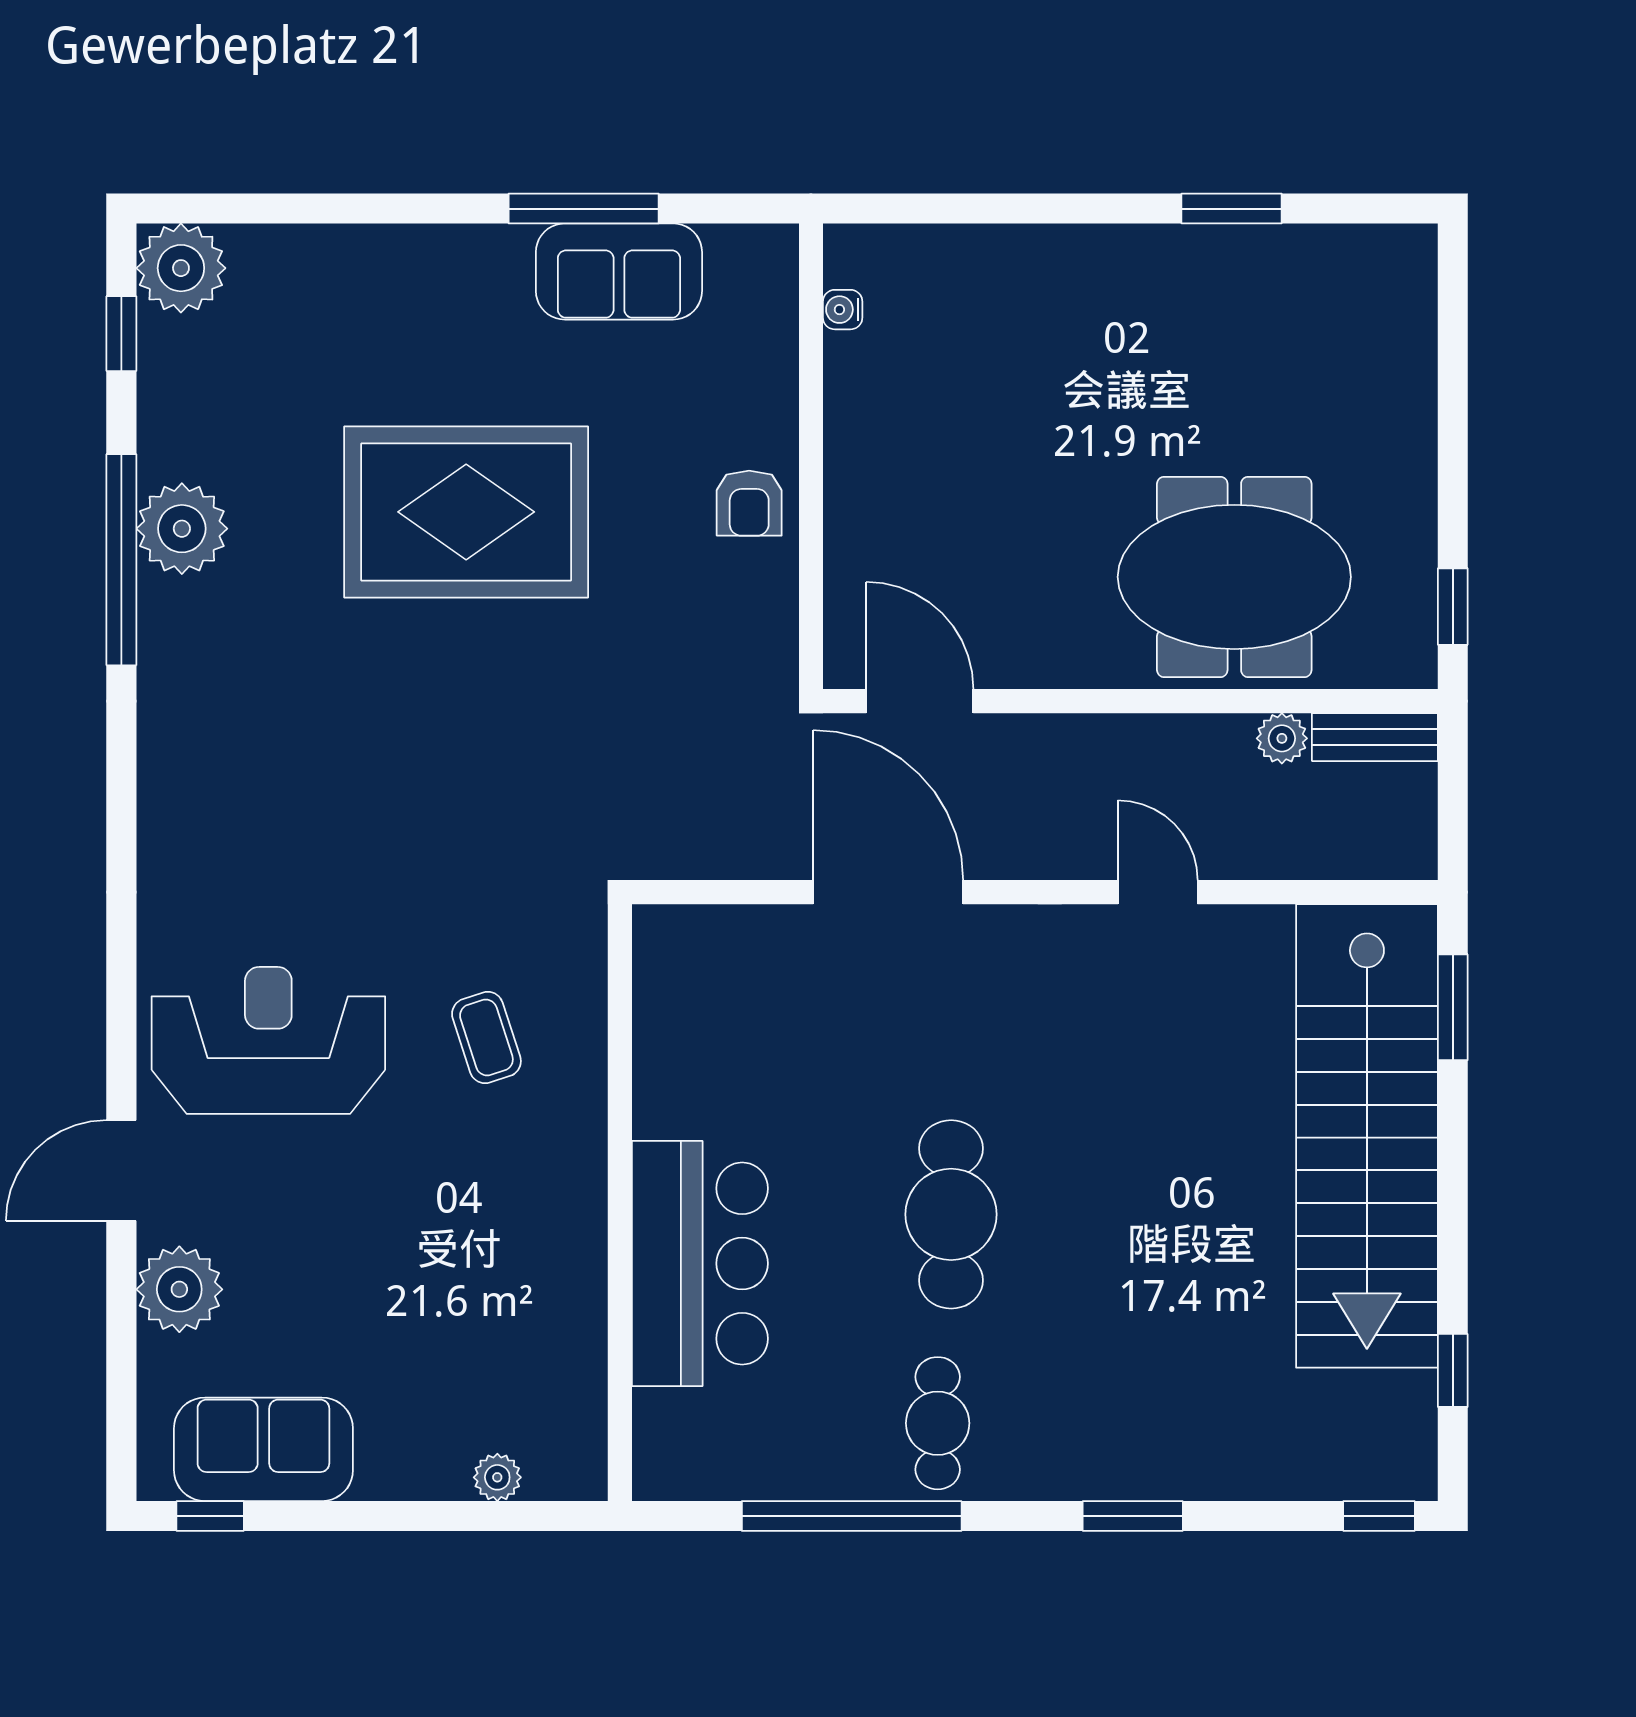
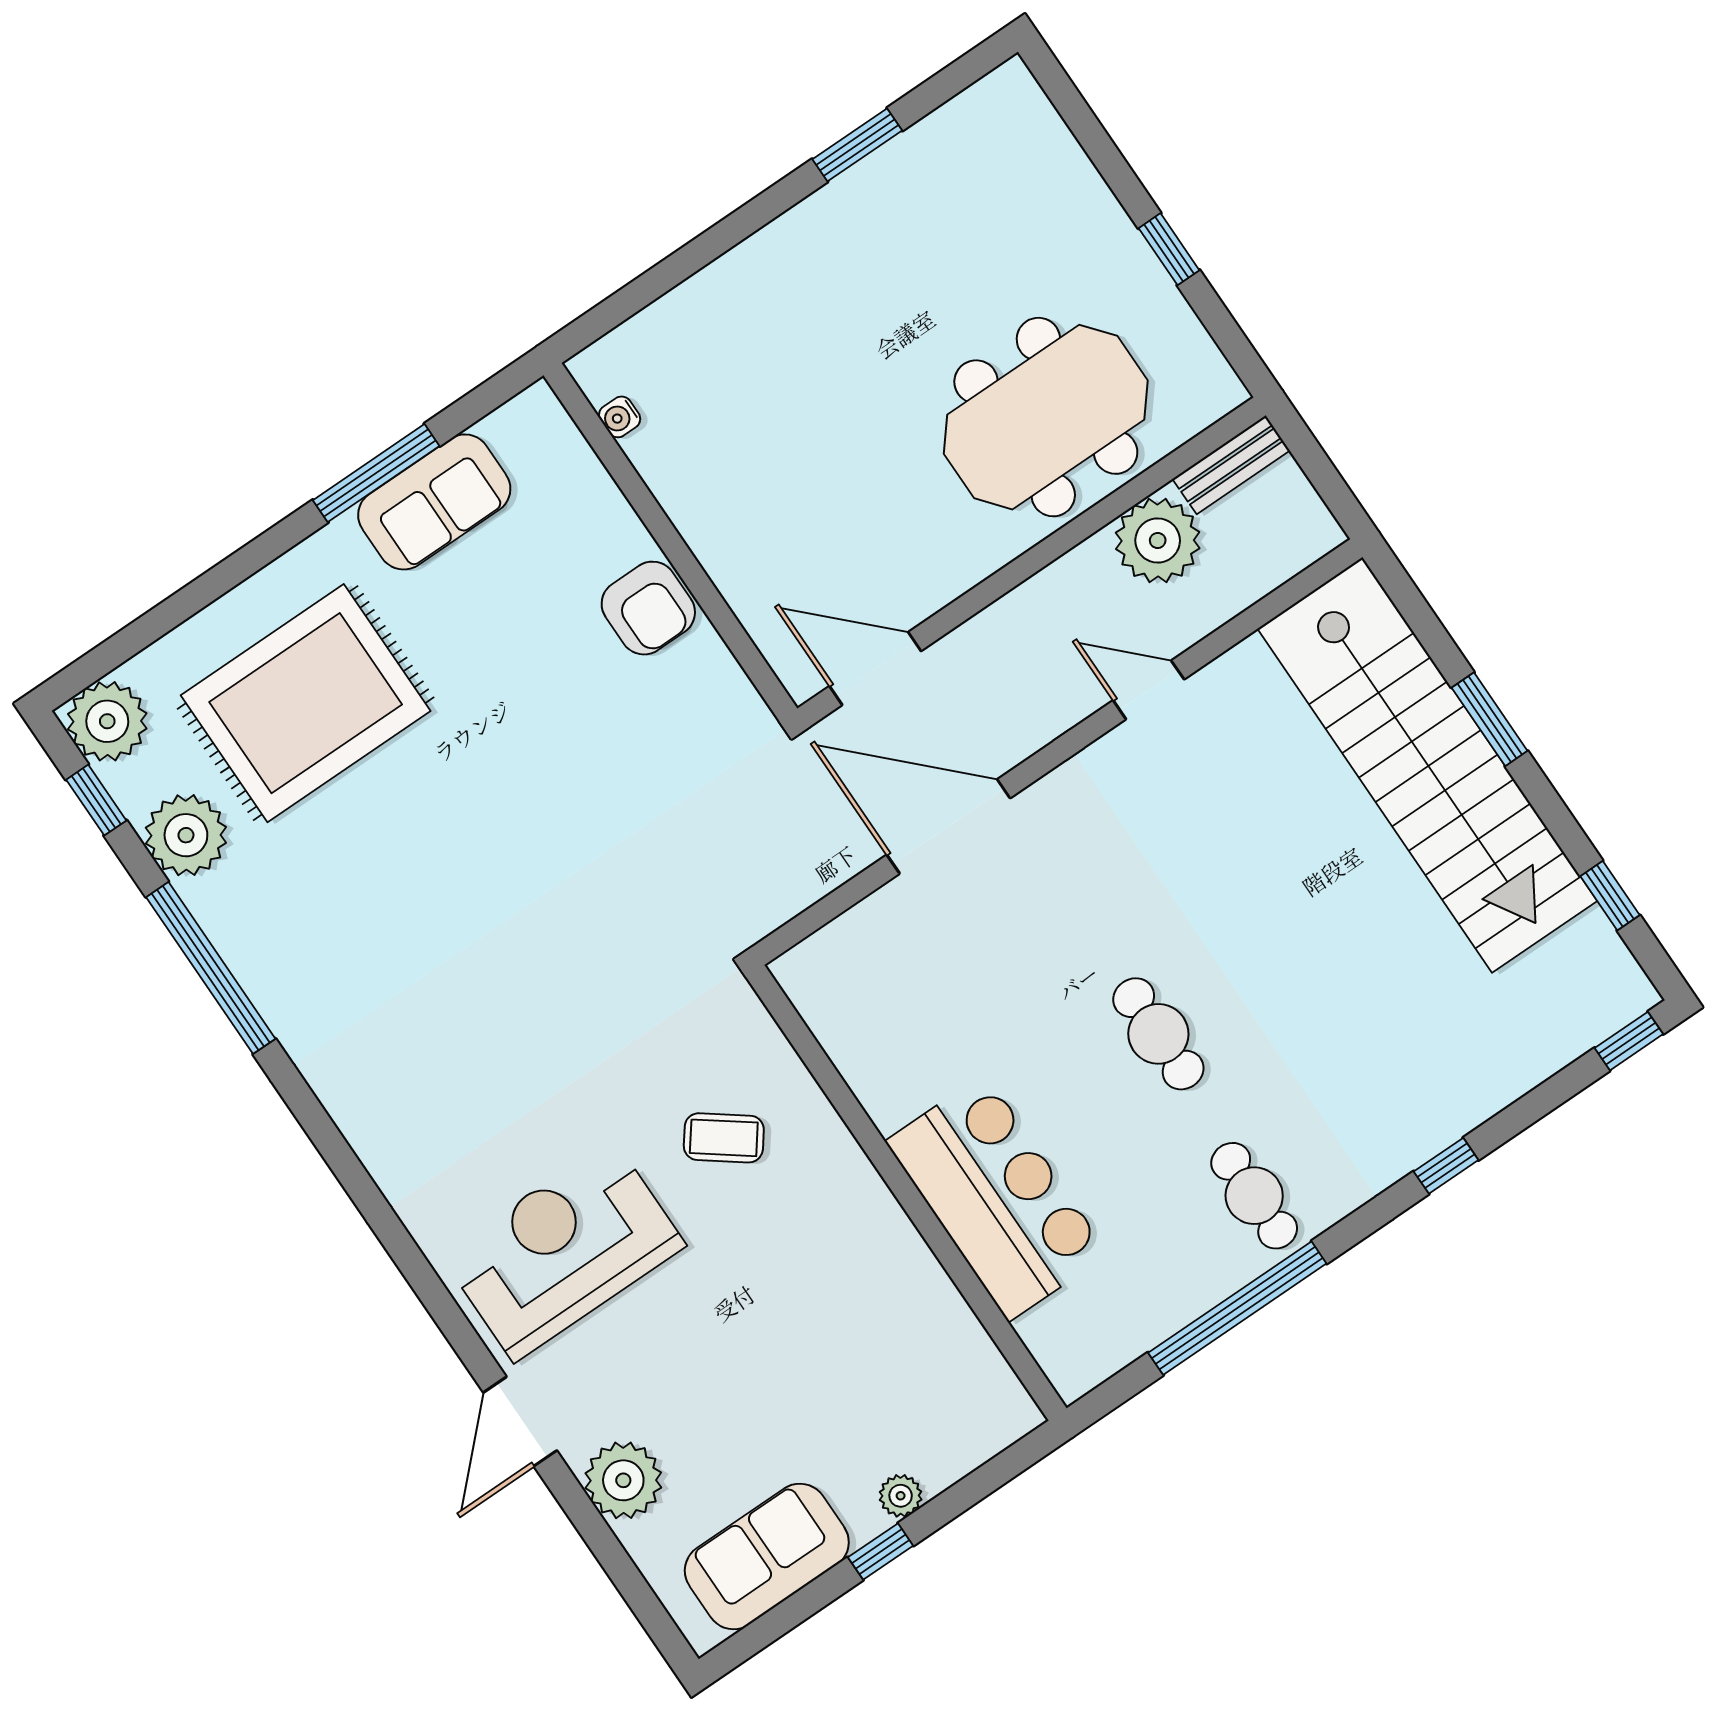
armchair: (749, 503) -> (648, 608), width x1.38, depth x1.38
rug: (466, 512) -> (306, 703), moved
plant: (182, 529) -> (186, 835), moved
window: (1453, 607) -> (1169, 249), moved
plant: (1282, 738) -> (1158, 540), width x1.87, depth x1.87
window: (1453, 1007) -> (1490, 719), moved
coffee table: (486, 1038) -> (724, 1138), turned -35
cafe table: (951, 1214) -> (1158, 1034), width x0.73, depth x0.74
plant: (497, 1477) -> (901, 1496), moved
window: (210, 1516) -> (881, 1552), moved
window: (1133, 1516) -> (1446, 1166), width x0.67

